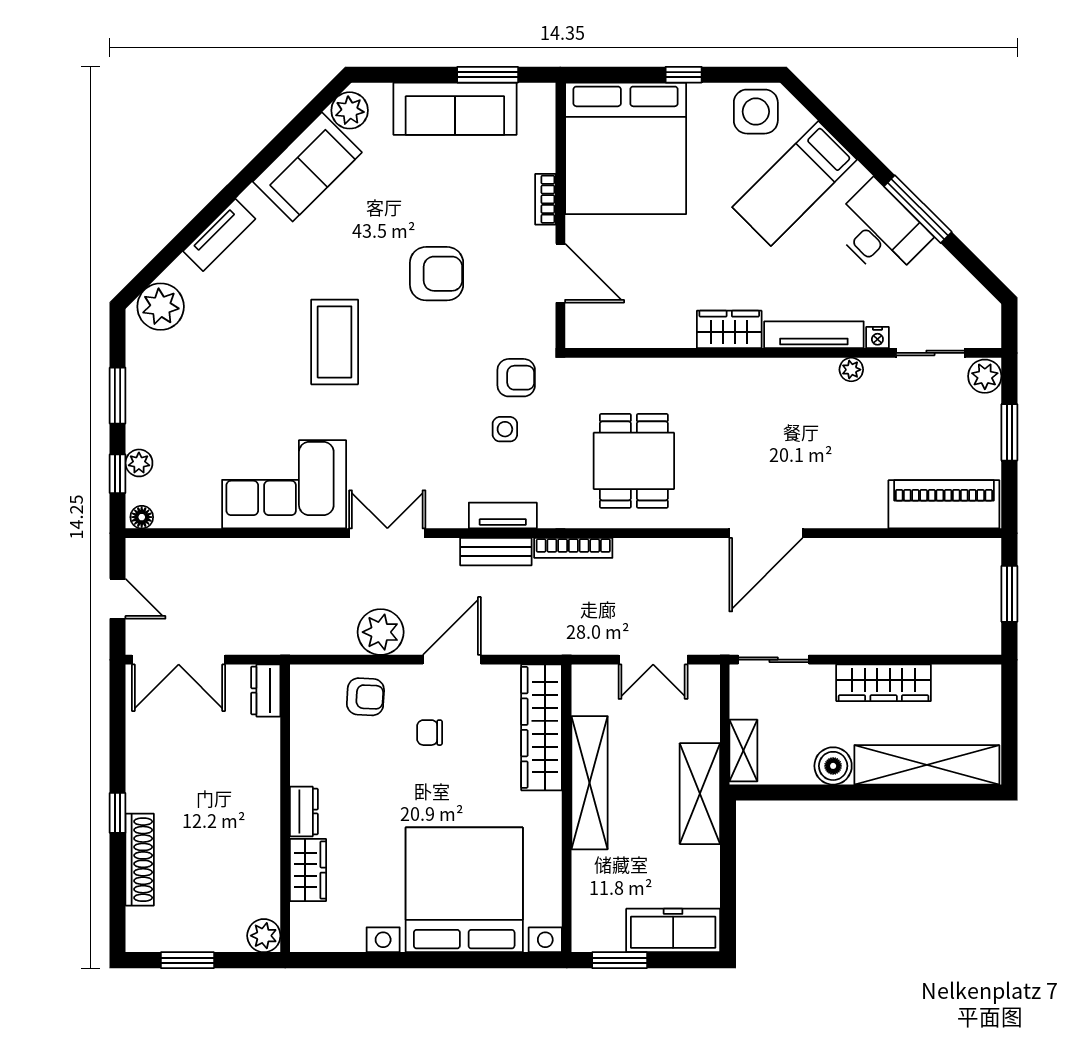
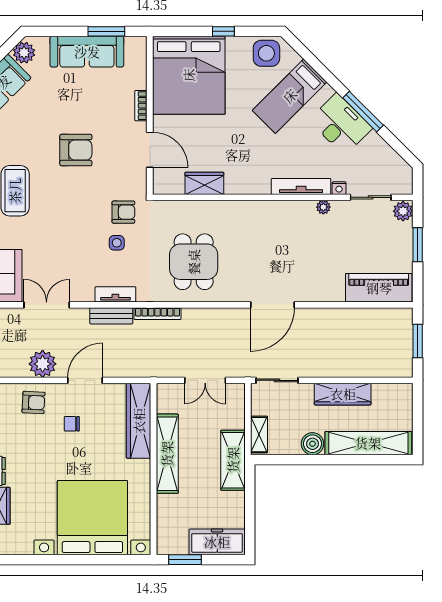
wardrobe: (729, 329) -> (204, 183), moved

